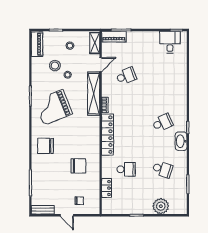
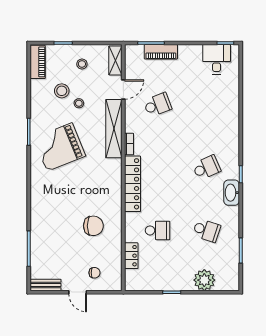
piano: (114, 37) -> (161, 52), moved
chair: (45, 146) -> (49, 199), removed

